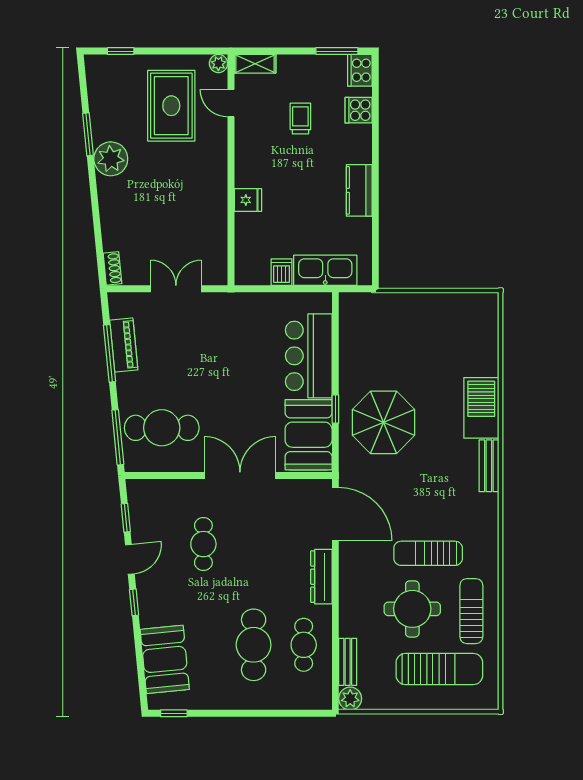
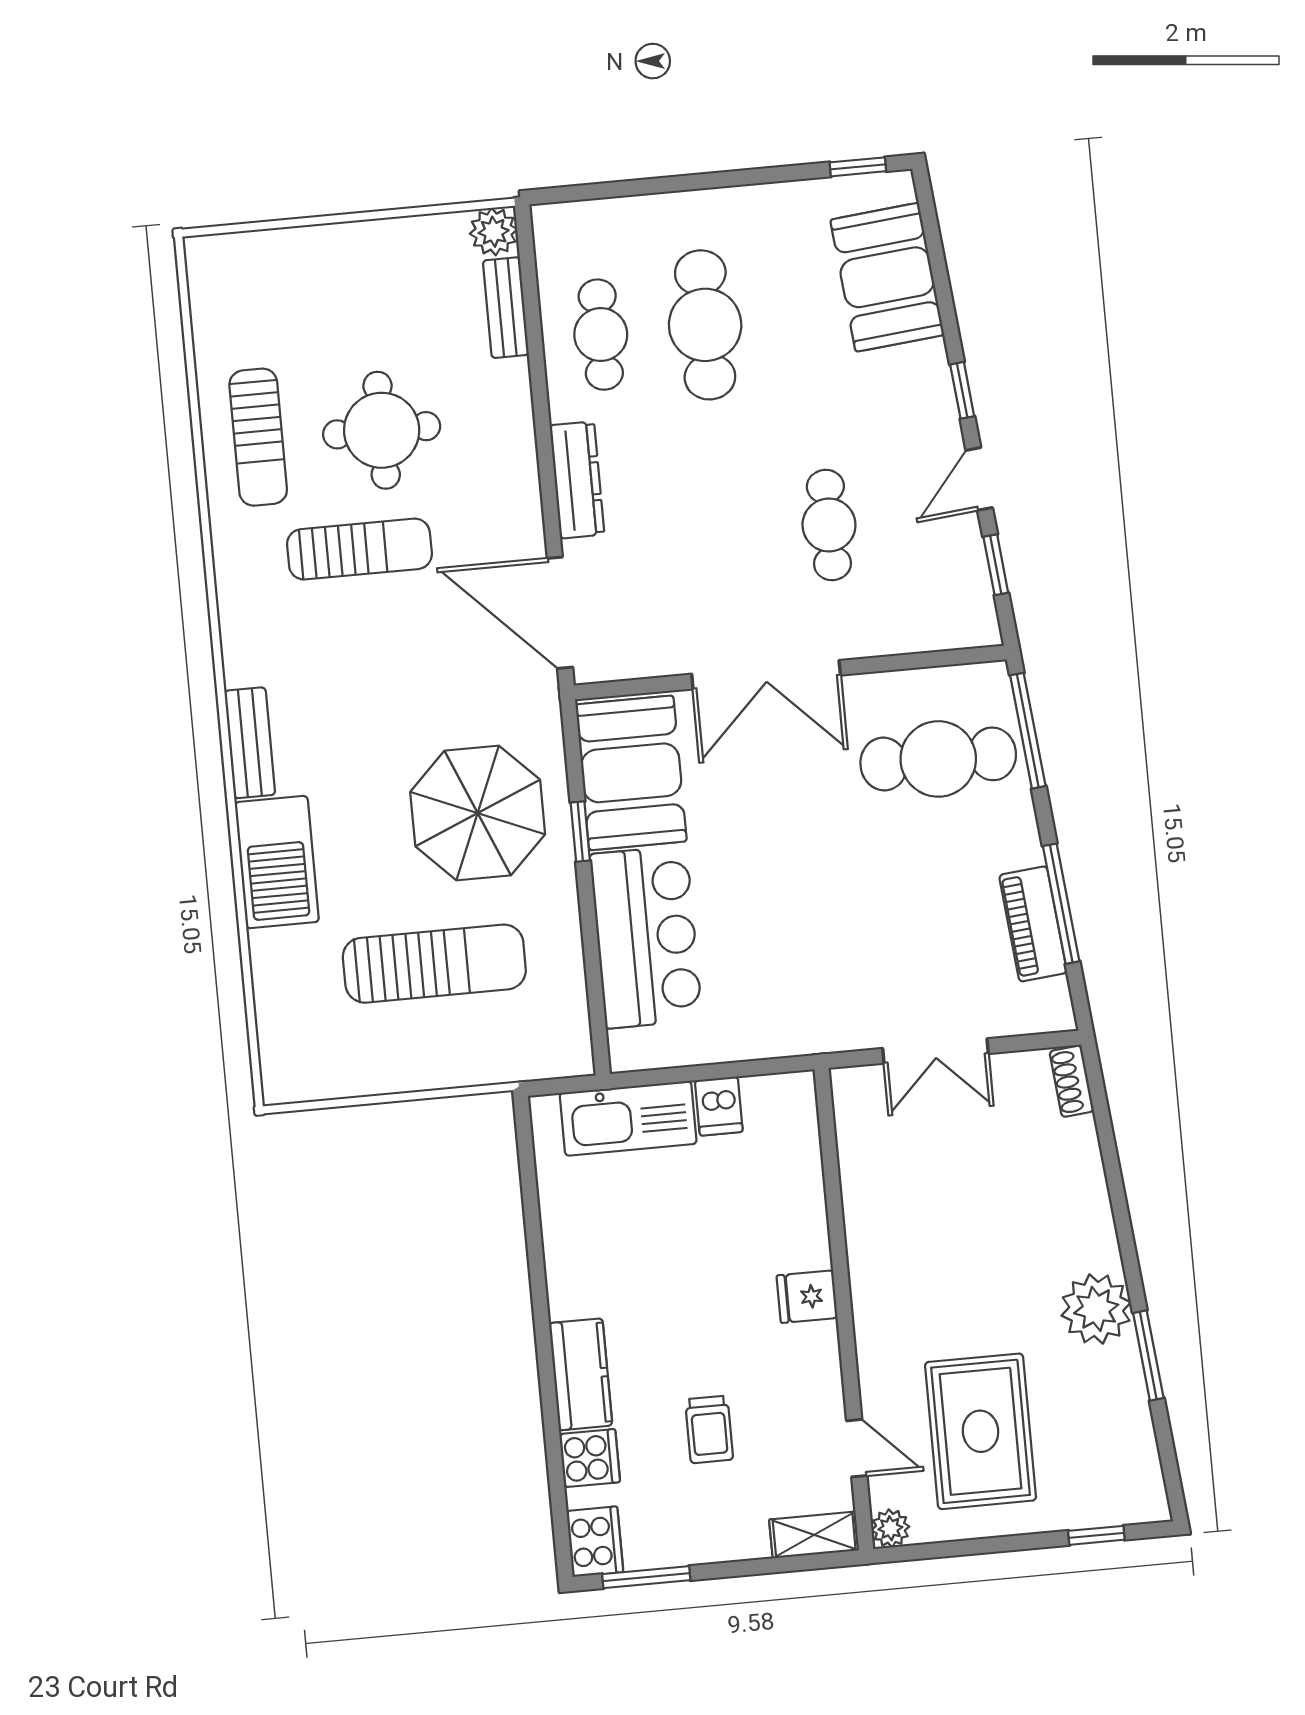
kitchen counter: (359, 190) -> (581, 1374), moved
fridge: (248, 200) -> (807, 1297), moved
sun lounger: (439, 669) -> (434, 964), moved, turned 180

